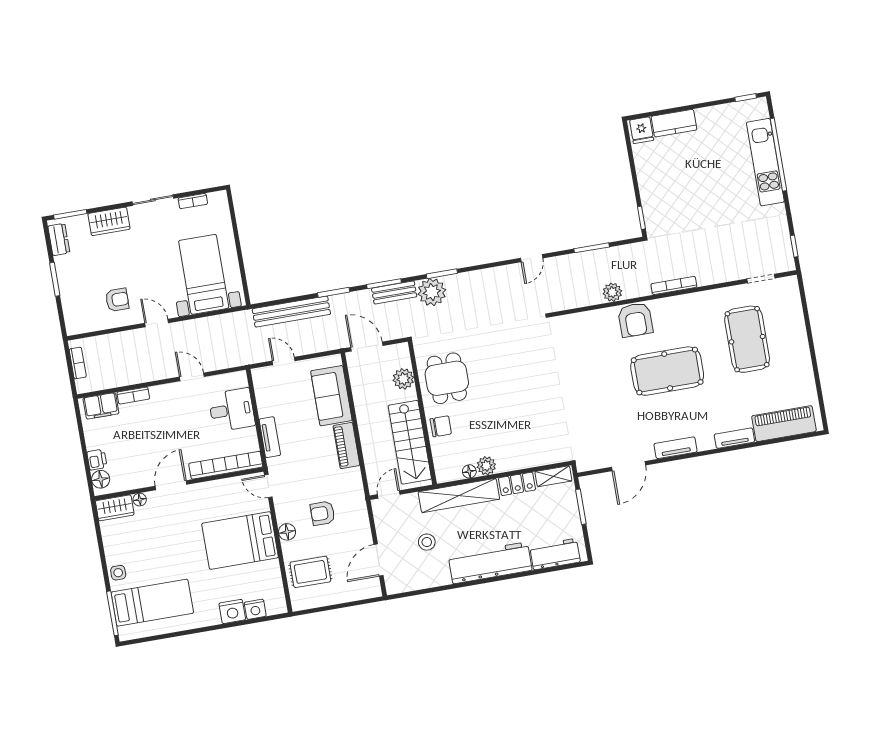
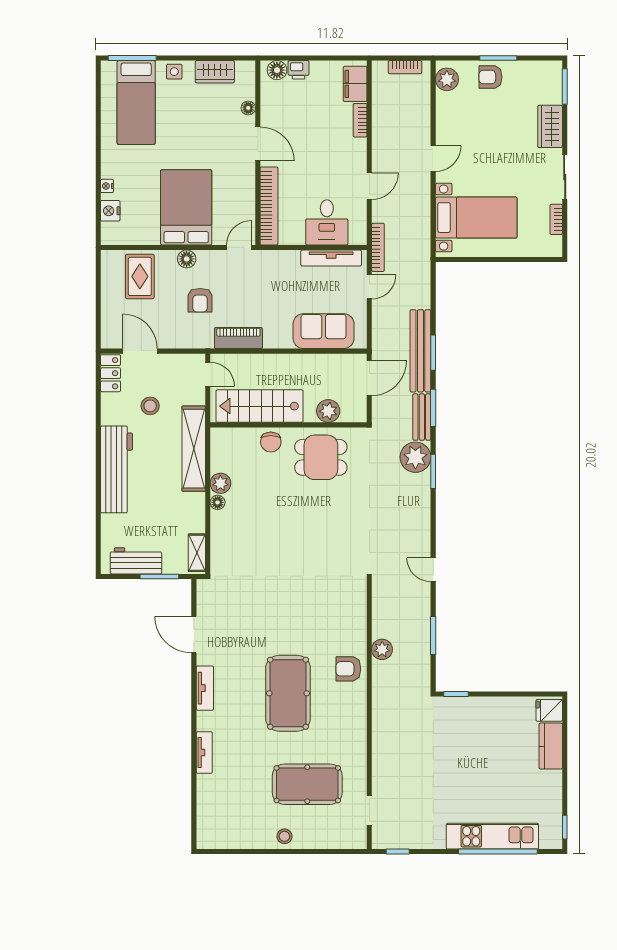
dresser: (59, 239) -> (540, 70), removed
bookcase: (674, 285) -> (378, 247), moved
armchair: (117, 300) -> (491, 77), moved, turned 90
bench: (291, 312) -> (420, 351), moved
armchair: (635, 320) -> (348, 669), width x0.72, depth x0.72
plant: (82, 323) -> (447, 79), added
stool: (798, 352) -> (284, 836), added
piano: (784, 424) -> (211, 808), removed
tv unit: (270, 437) -> (331, 258), moved, width x1.41
piano: (346, 446) -> (238, 338), moved
floor lamp: (469, 471) -> (218, 502), moved
locker: (517, 484) -> (111, 373), moved, turned 180
wardrobe: (115, 508) -> (215, 72), moved, turned -90
armchair: (323, 513) -> (200, 300), turned 180
workbench: (555, 554) -> (136, 561), moved, turned -90
nightstand: (232, 611) -> (107, 186), width x0.53, depth x0.56

